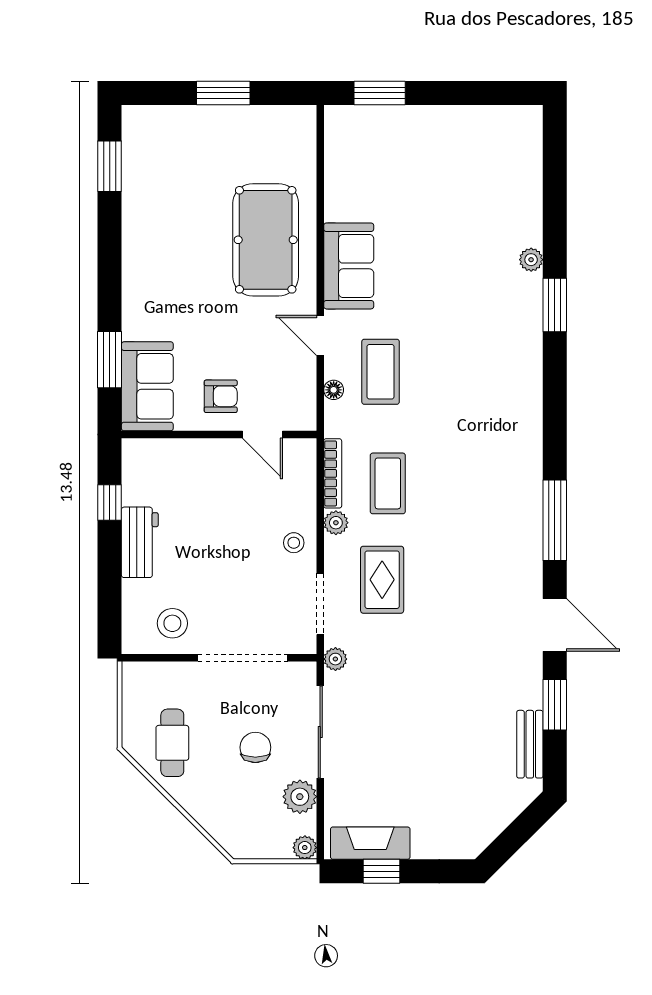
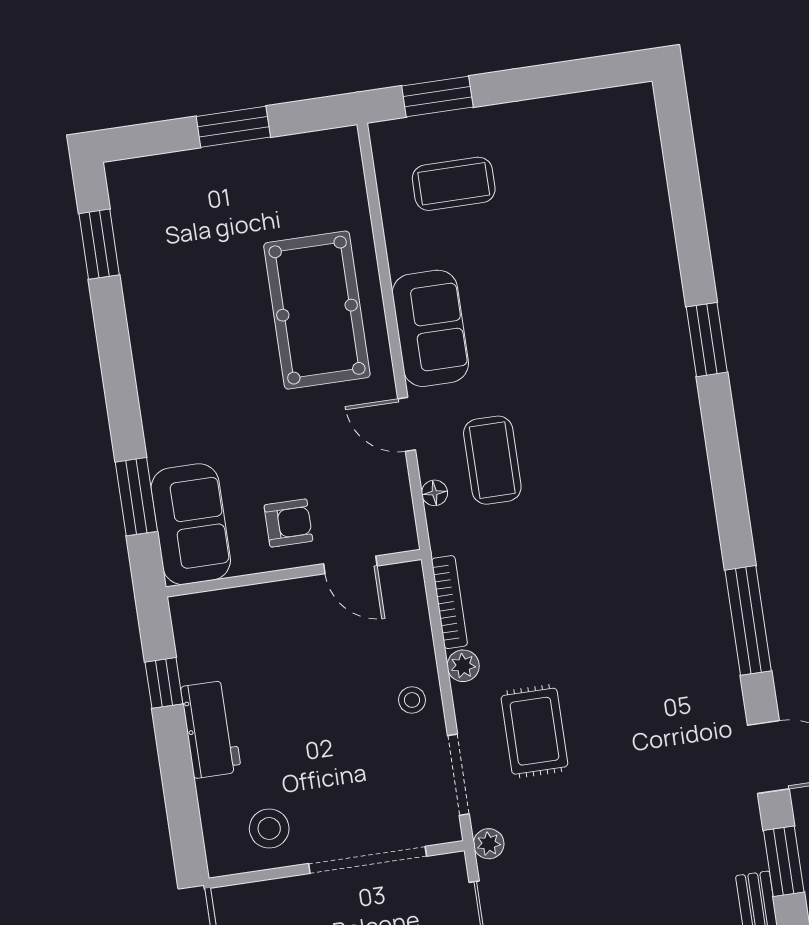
plant: (531, 260) -> (667, 285), removed
coffee table: (388, 483) -> (454, 184), moved, turned 90

